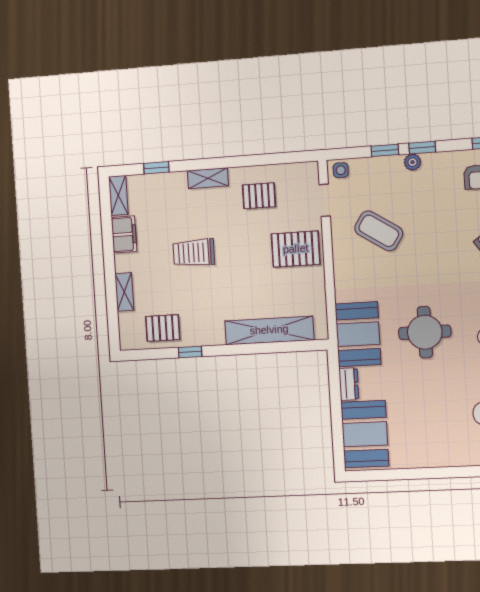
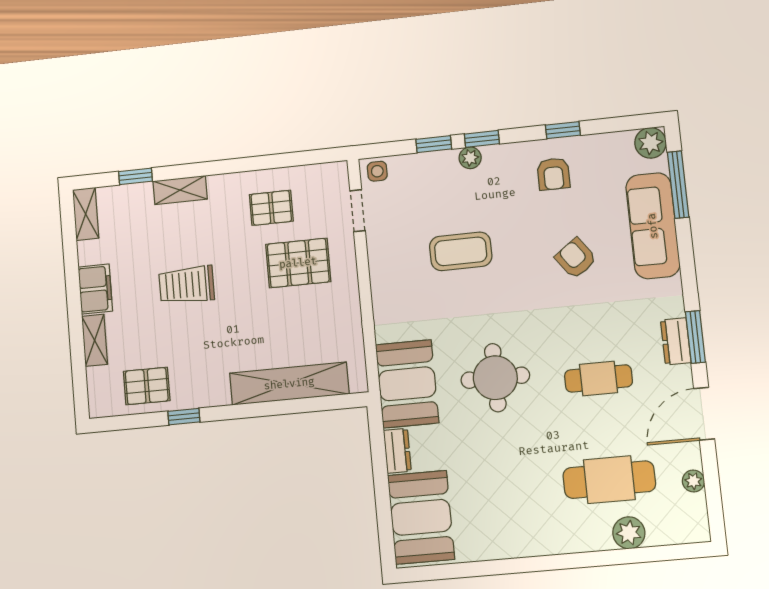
shelving: (208, 178) -> (180, 190), moved
coffee table: (379, 231) -> (461, 251), moved, turned -33
filing cabinet: (124, 234) -> (95, 289), moved
pallet: (296, 249) -> (298, 263), moved

